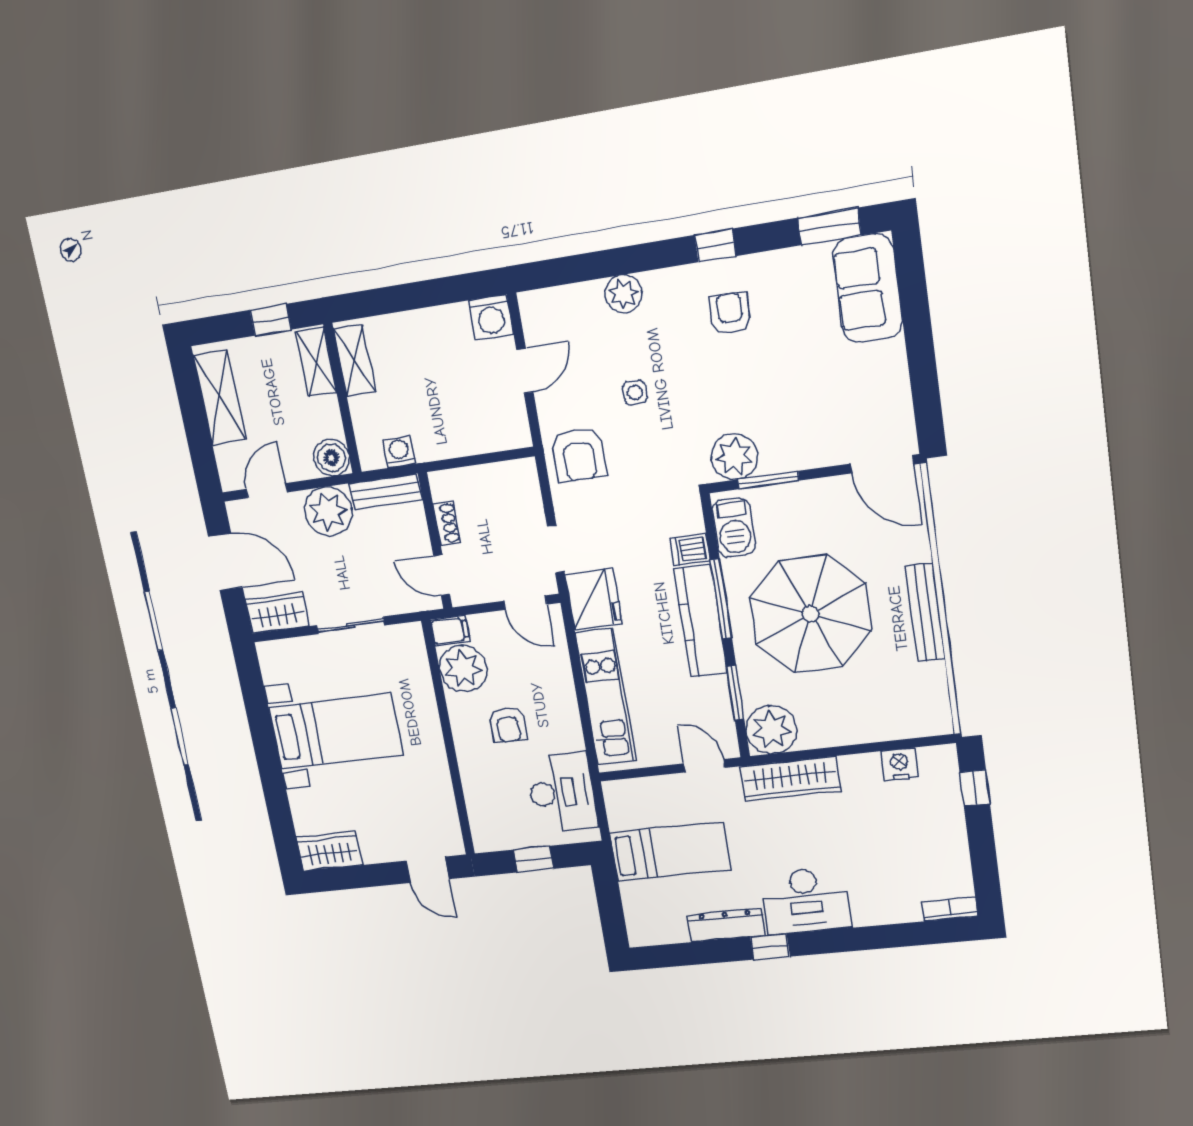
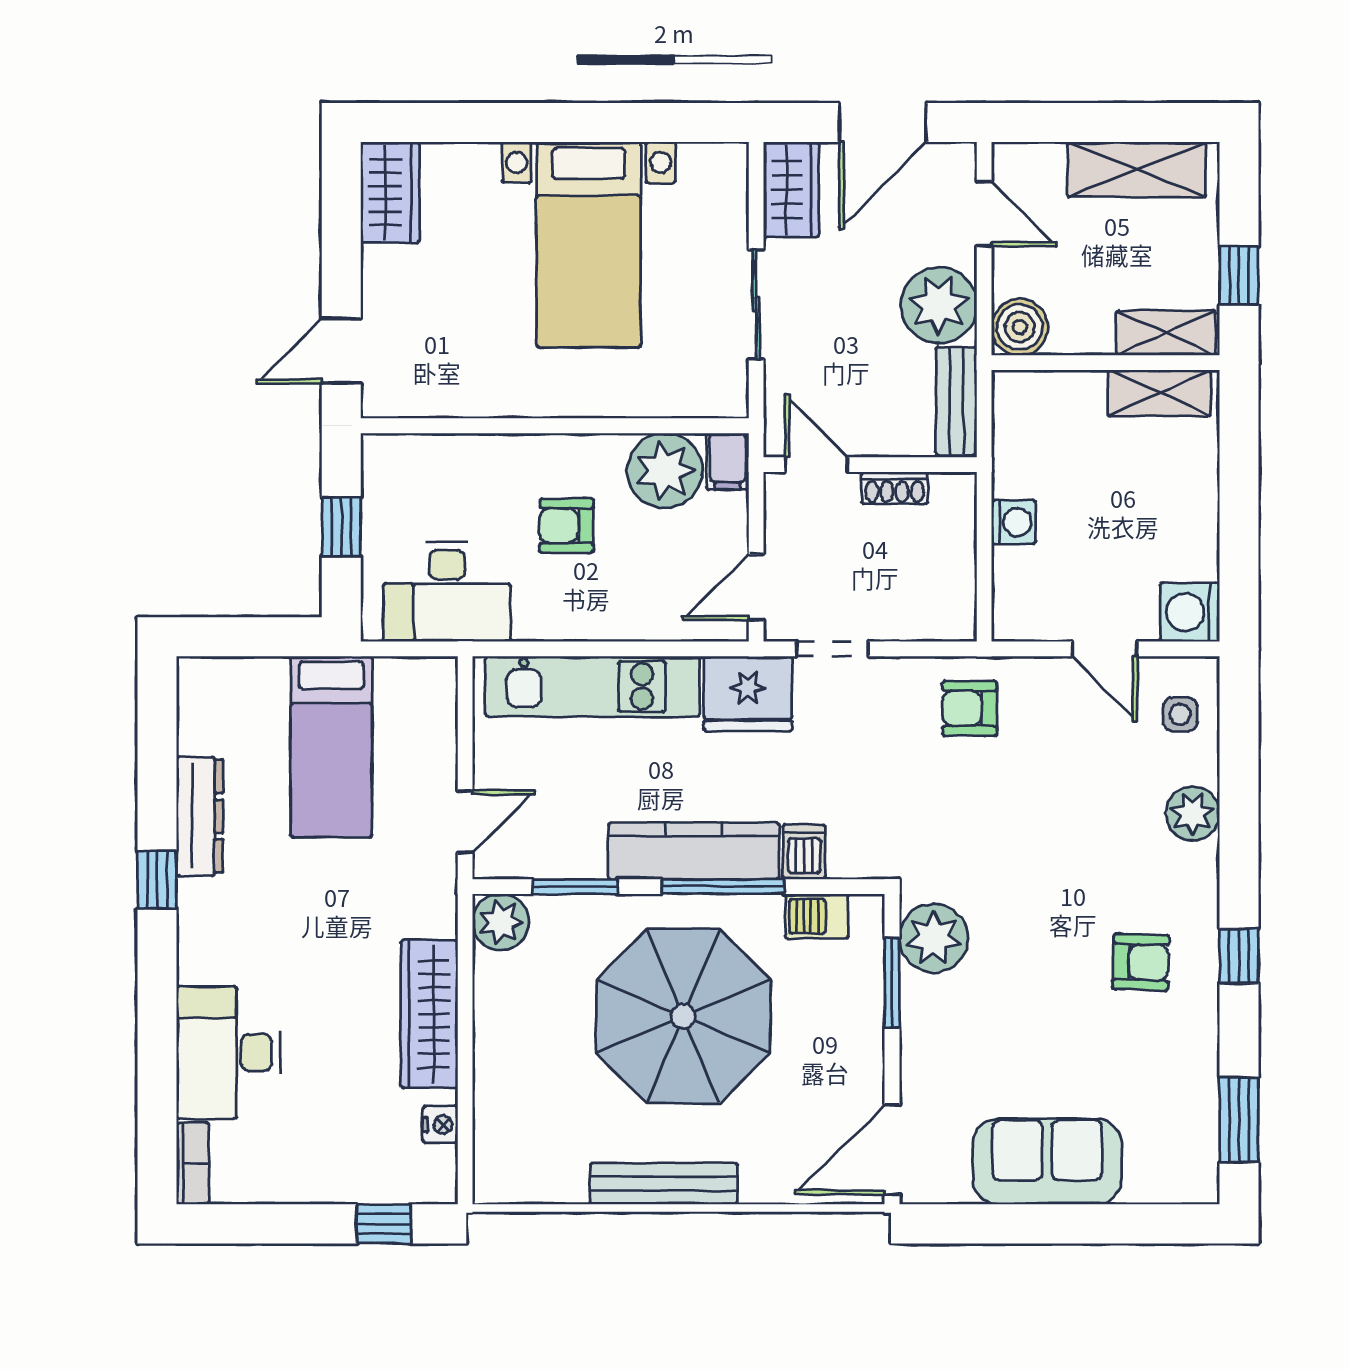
sofa: (868, 288) -> (1047, 1162), moved
side table: (635, 392) -> (1180, 714), moved
washing machine: (399, 452) -> (1014, 522), moved
armchair: (579, 455) -> (970, 708), width x0.72, depth x0.72
barbecue: (734, 527) -> (817, 916), width x0.73, depth x0.79
door: (442, 575) -> (816, 465), hinge flipped
plant: (771, 730) -> (501, 922), width x0.73, depth x0.73
nightstand: (900, 764) -> (440, 1125), width x0.72, depth x0.74
wardrobe: (790, 779) -> (429, 1014), moved
desk: (806, 901) -> (228, 1052), moved

